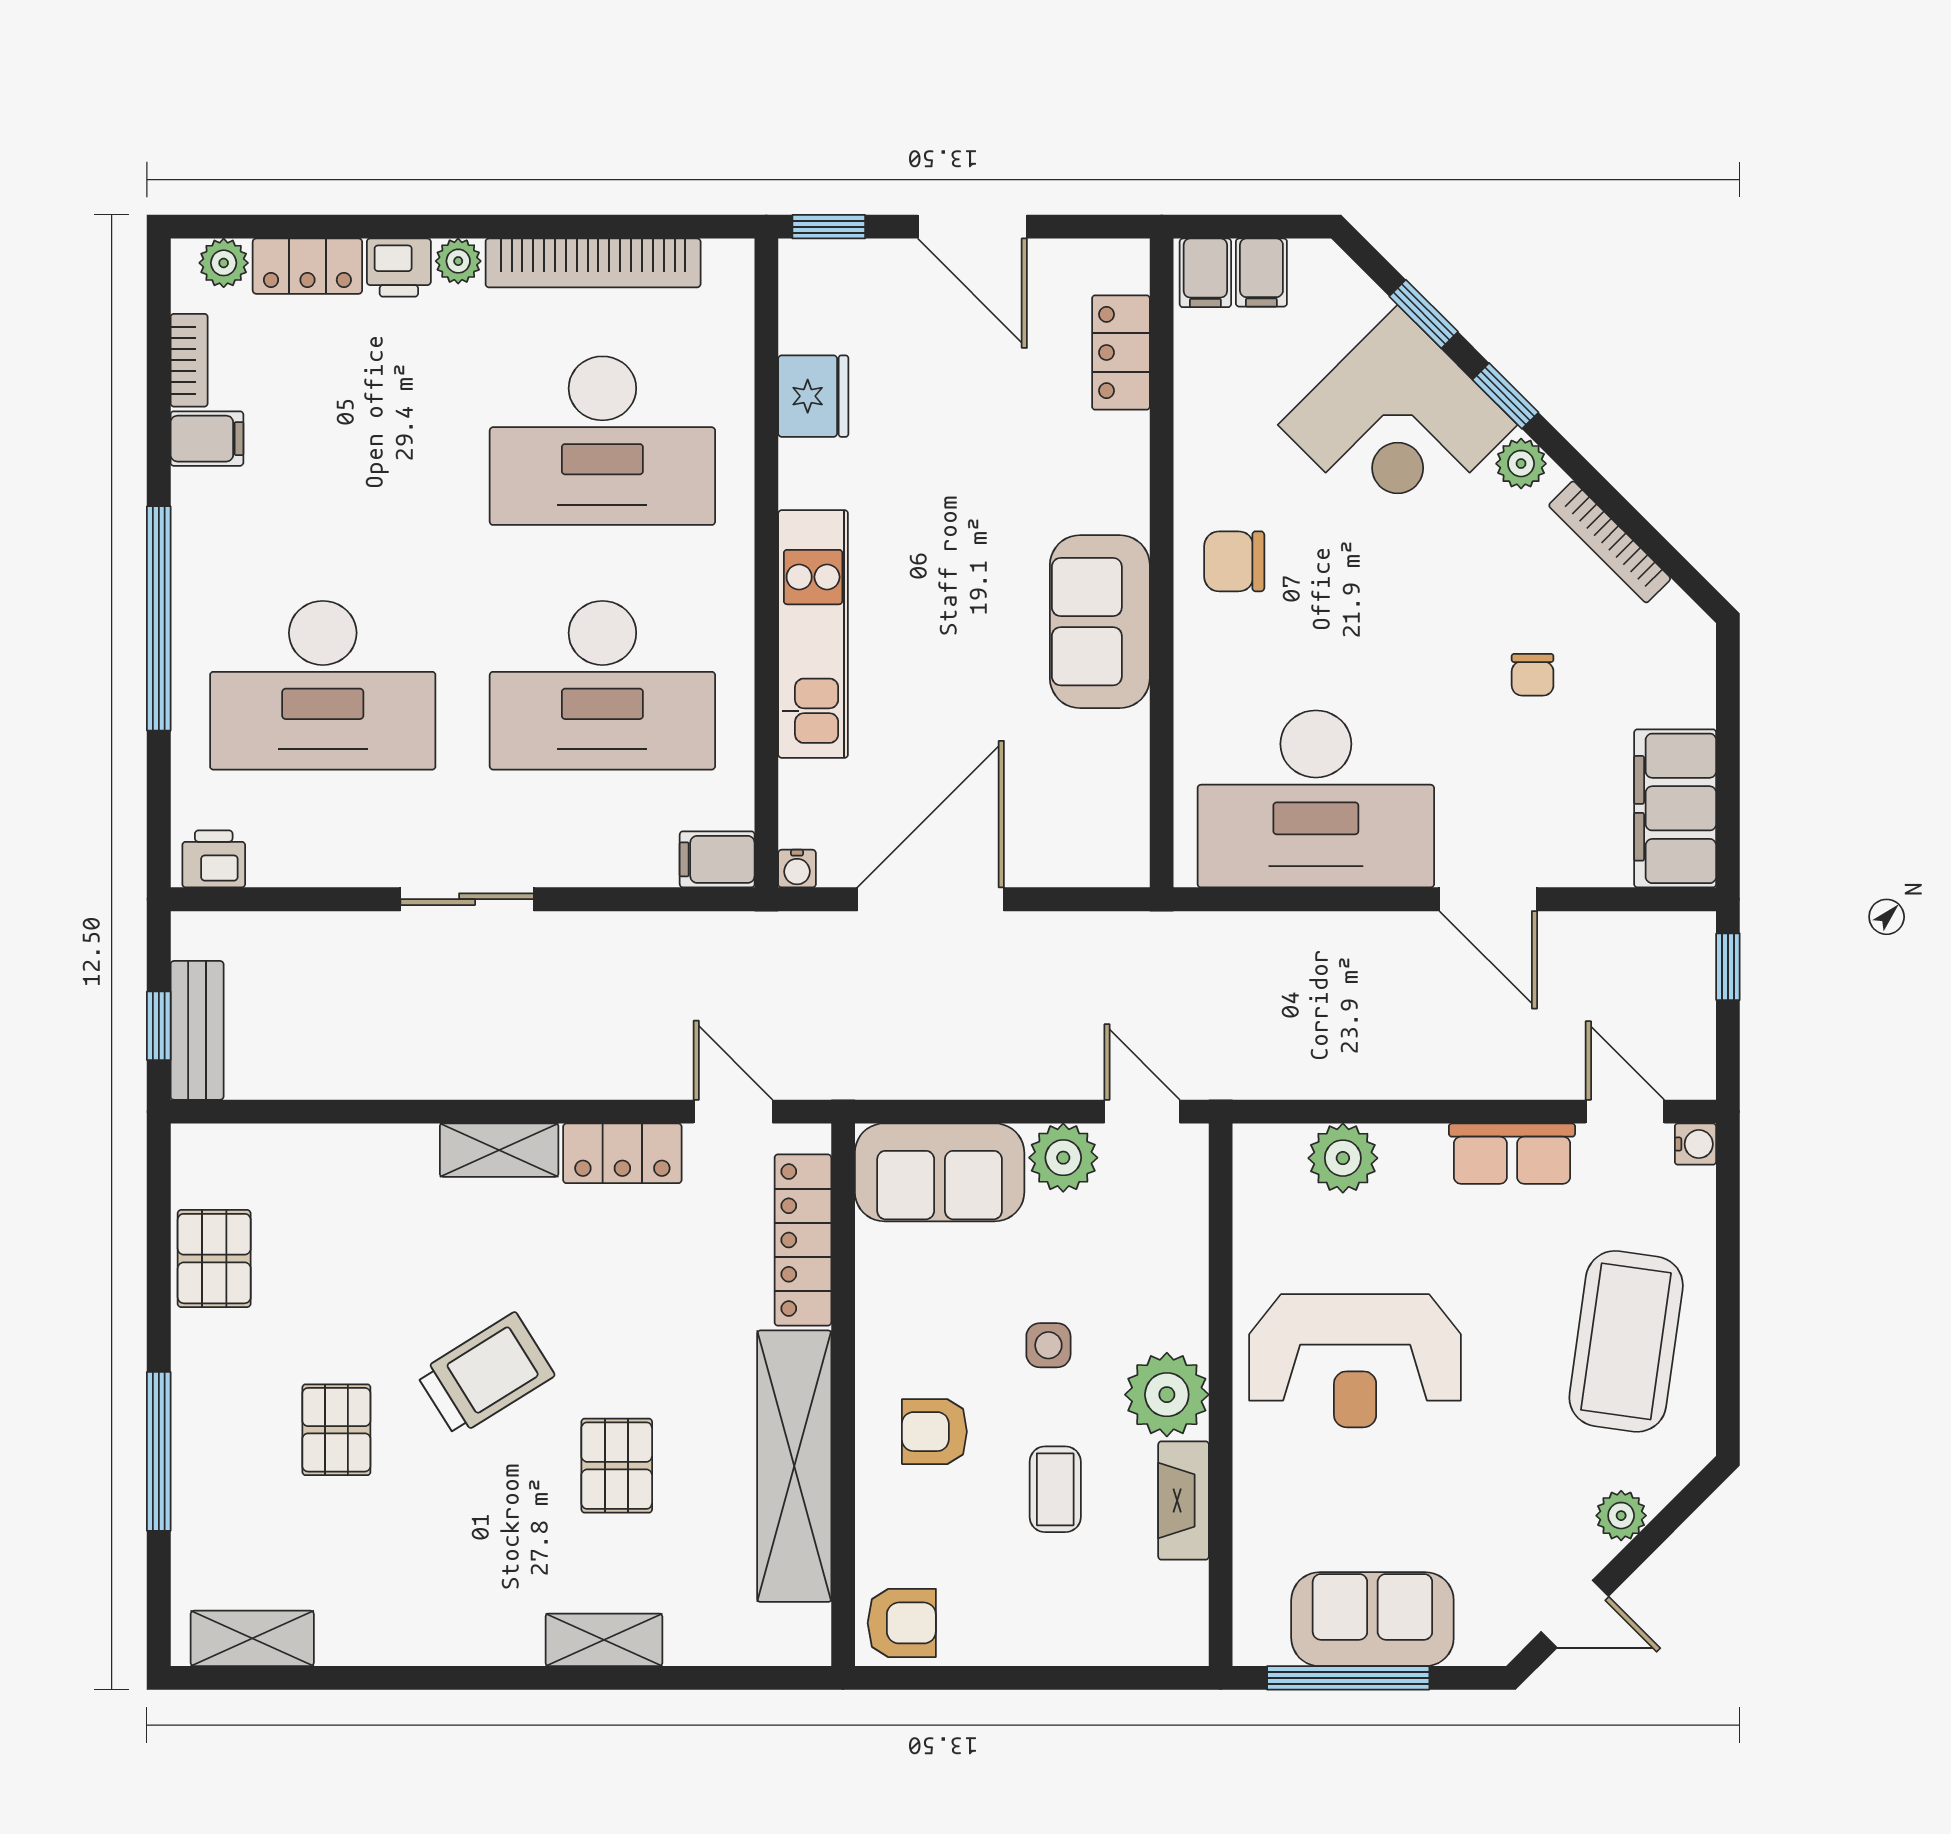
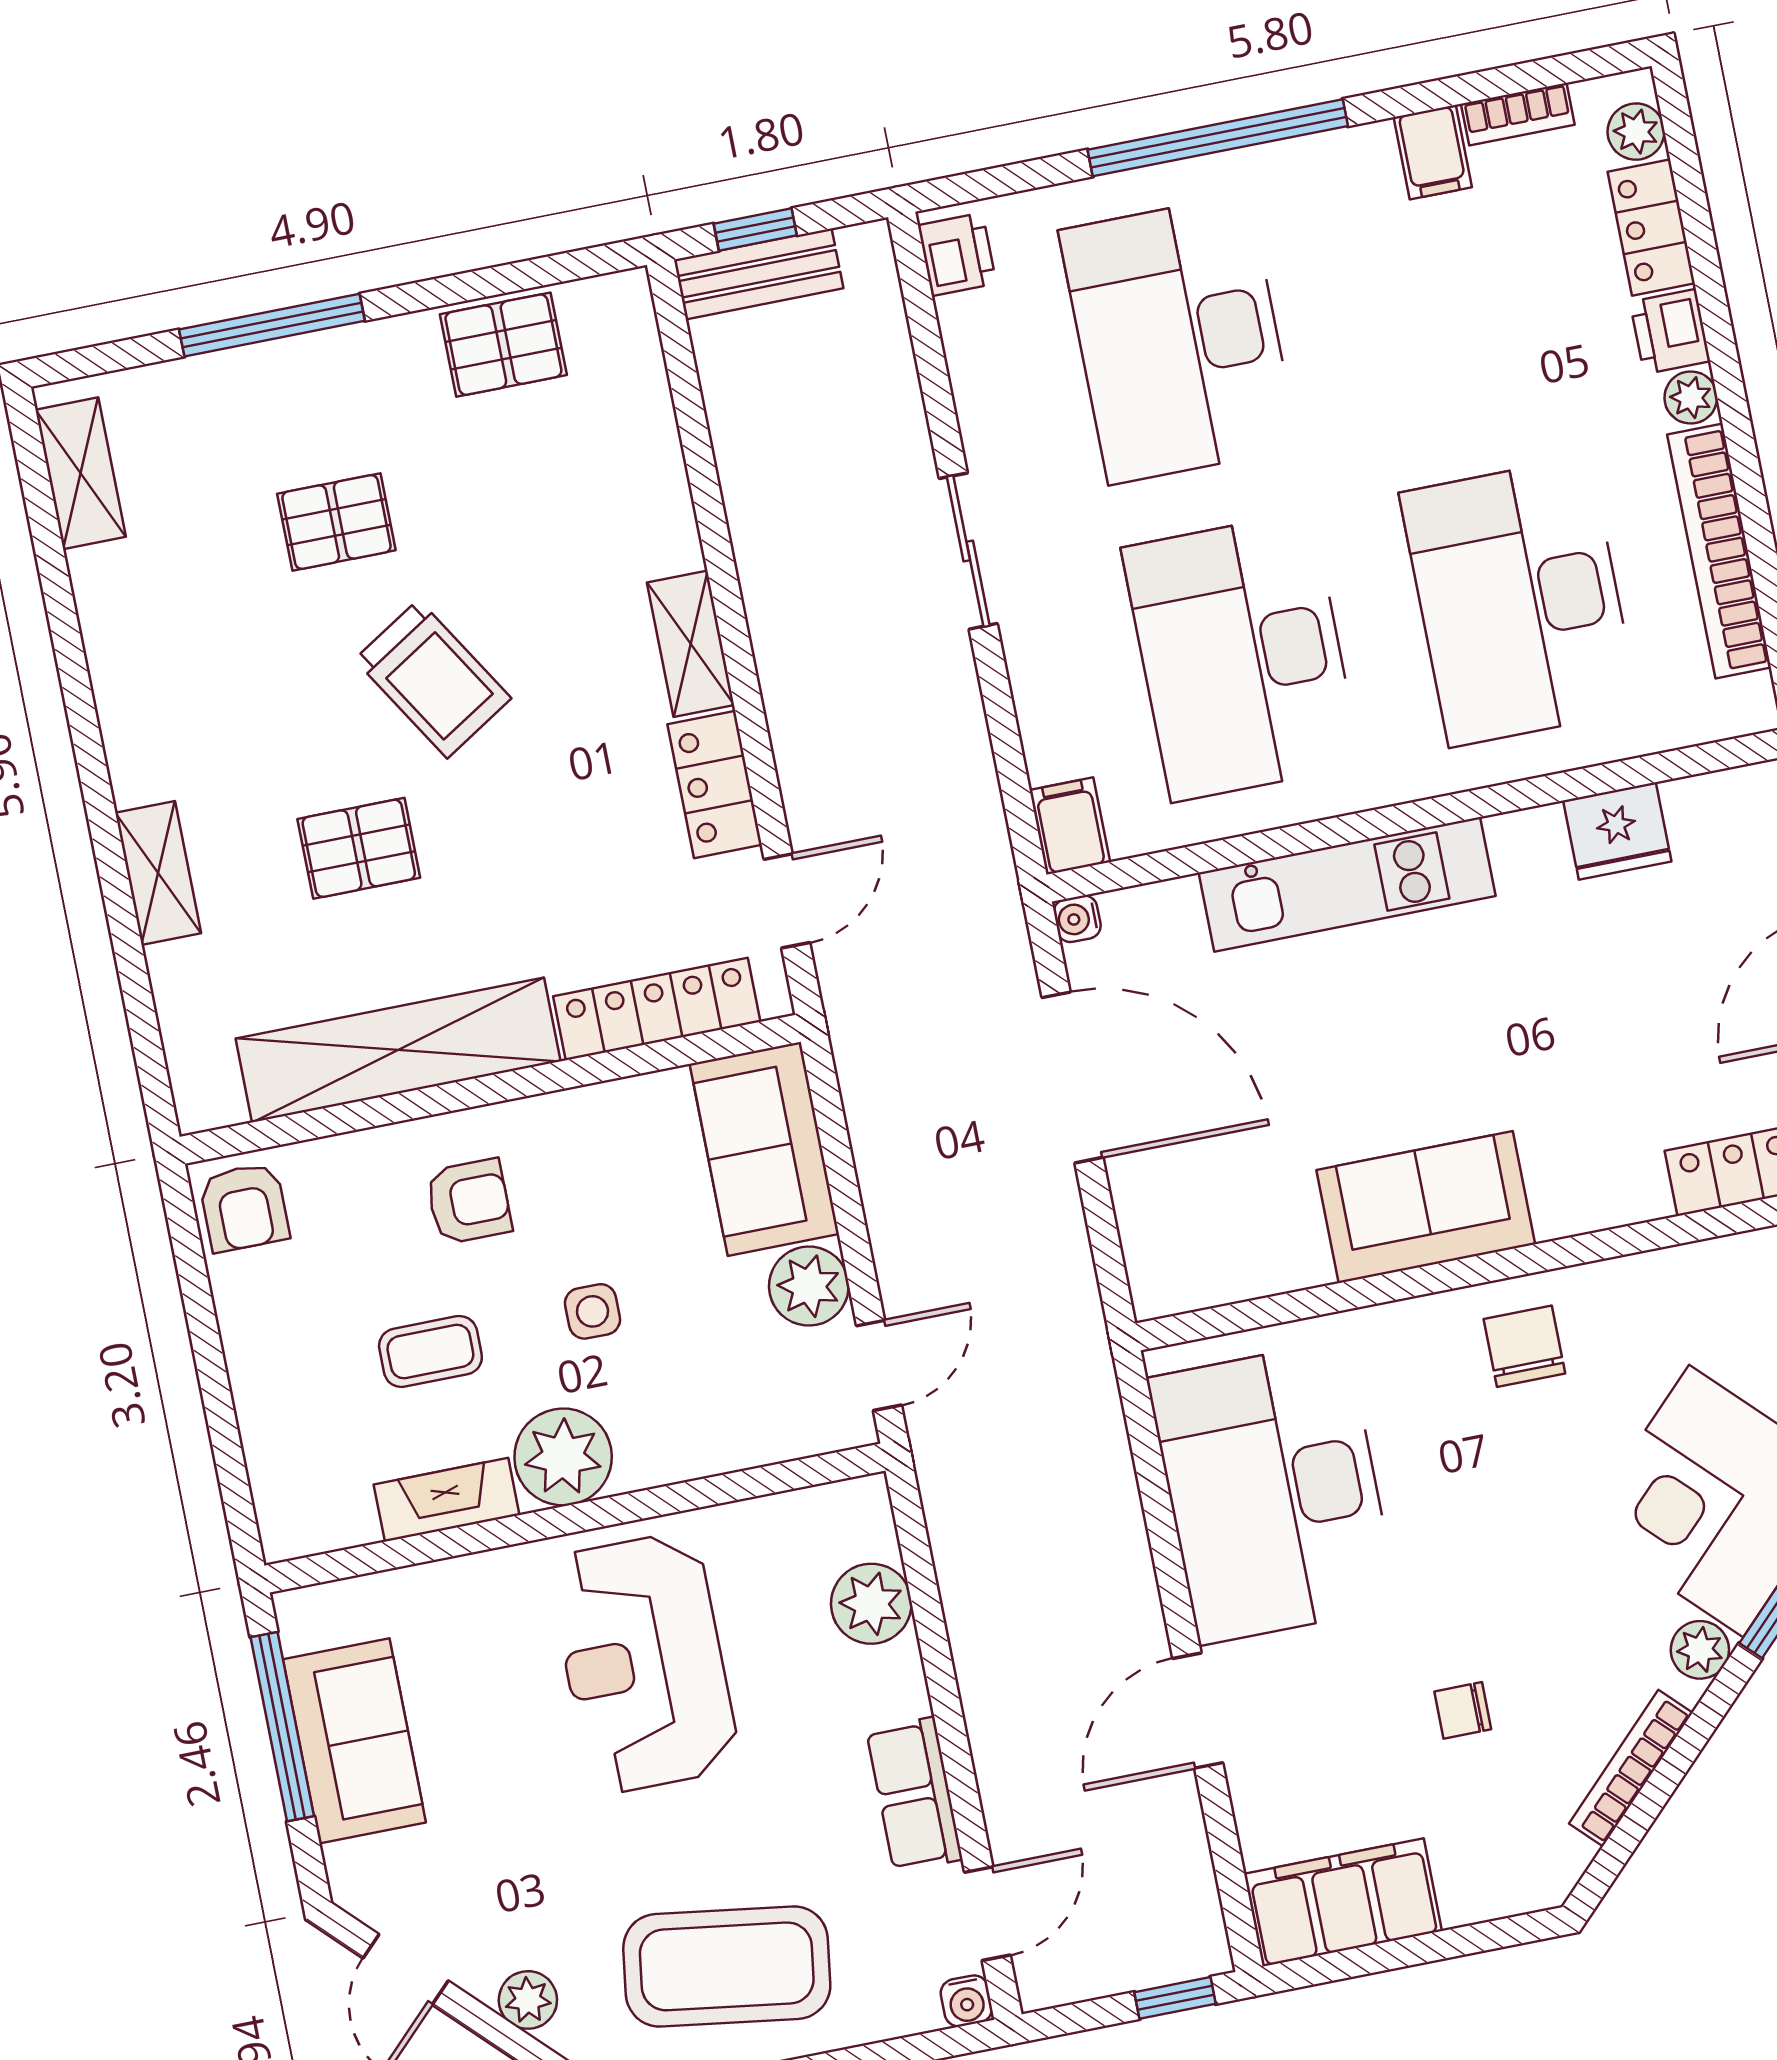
armchair: (934, 1432) -> (469, 1201), turned 90

